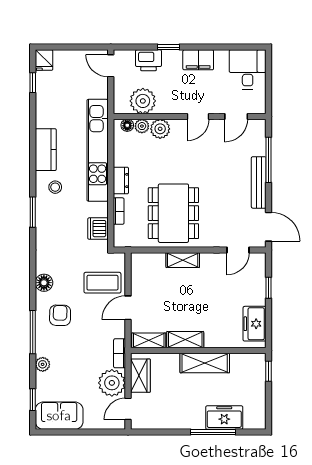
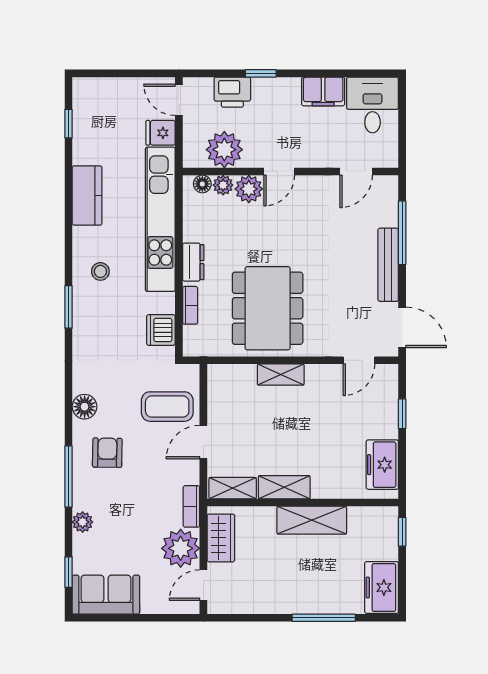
fridge: (44, 60) -> (160, 133), moved, turned 90
filing cabinet: (198, 60) -> (323, 91), moved
door: (198, 116) -> (279, 171), moved
kitchen counter: (46, 150) -> (87, 196), moved
freezer: (224, 418) -> (382, 587), moved, turned -90

